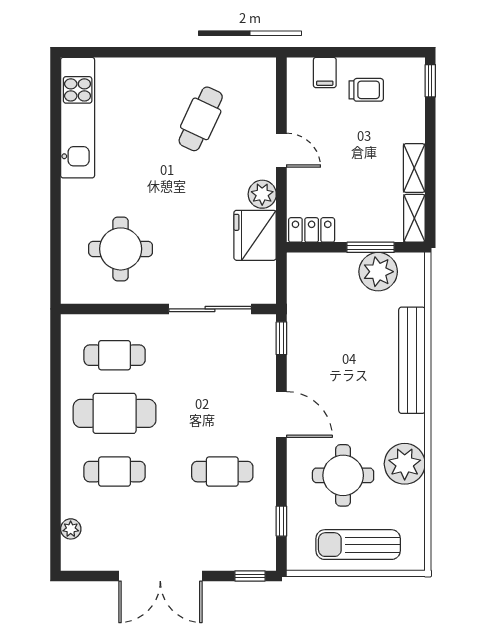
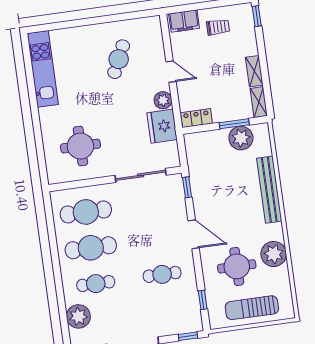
filing cabinet: (325, 73) -> (184, 21), width x2.00
cafe table: (115, 355) -> (86, 212), width x1.37, depth x1.35
plant: (71, 529) -> (78, 316), width x1.88, depth x1.88

